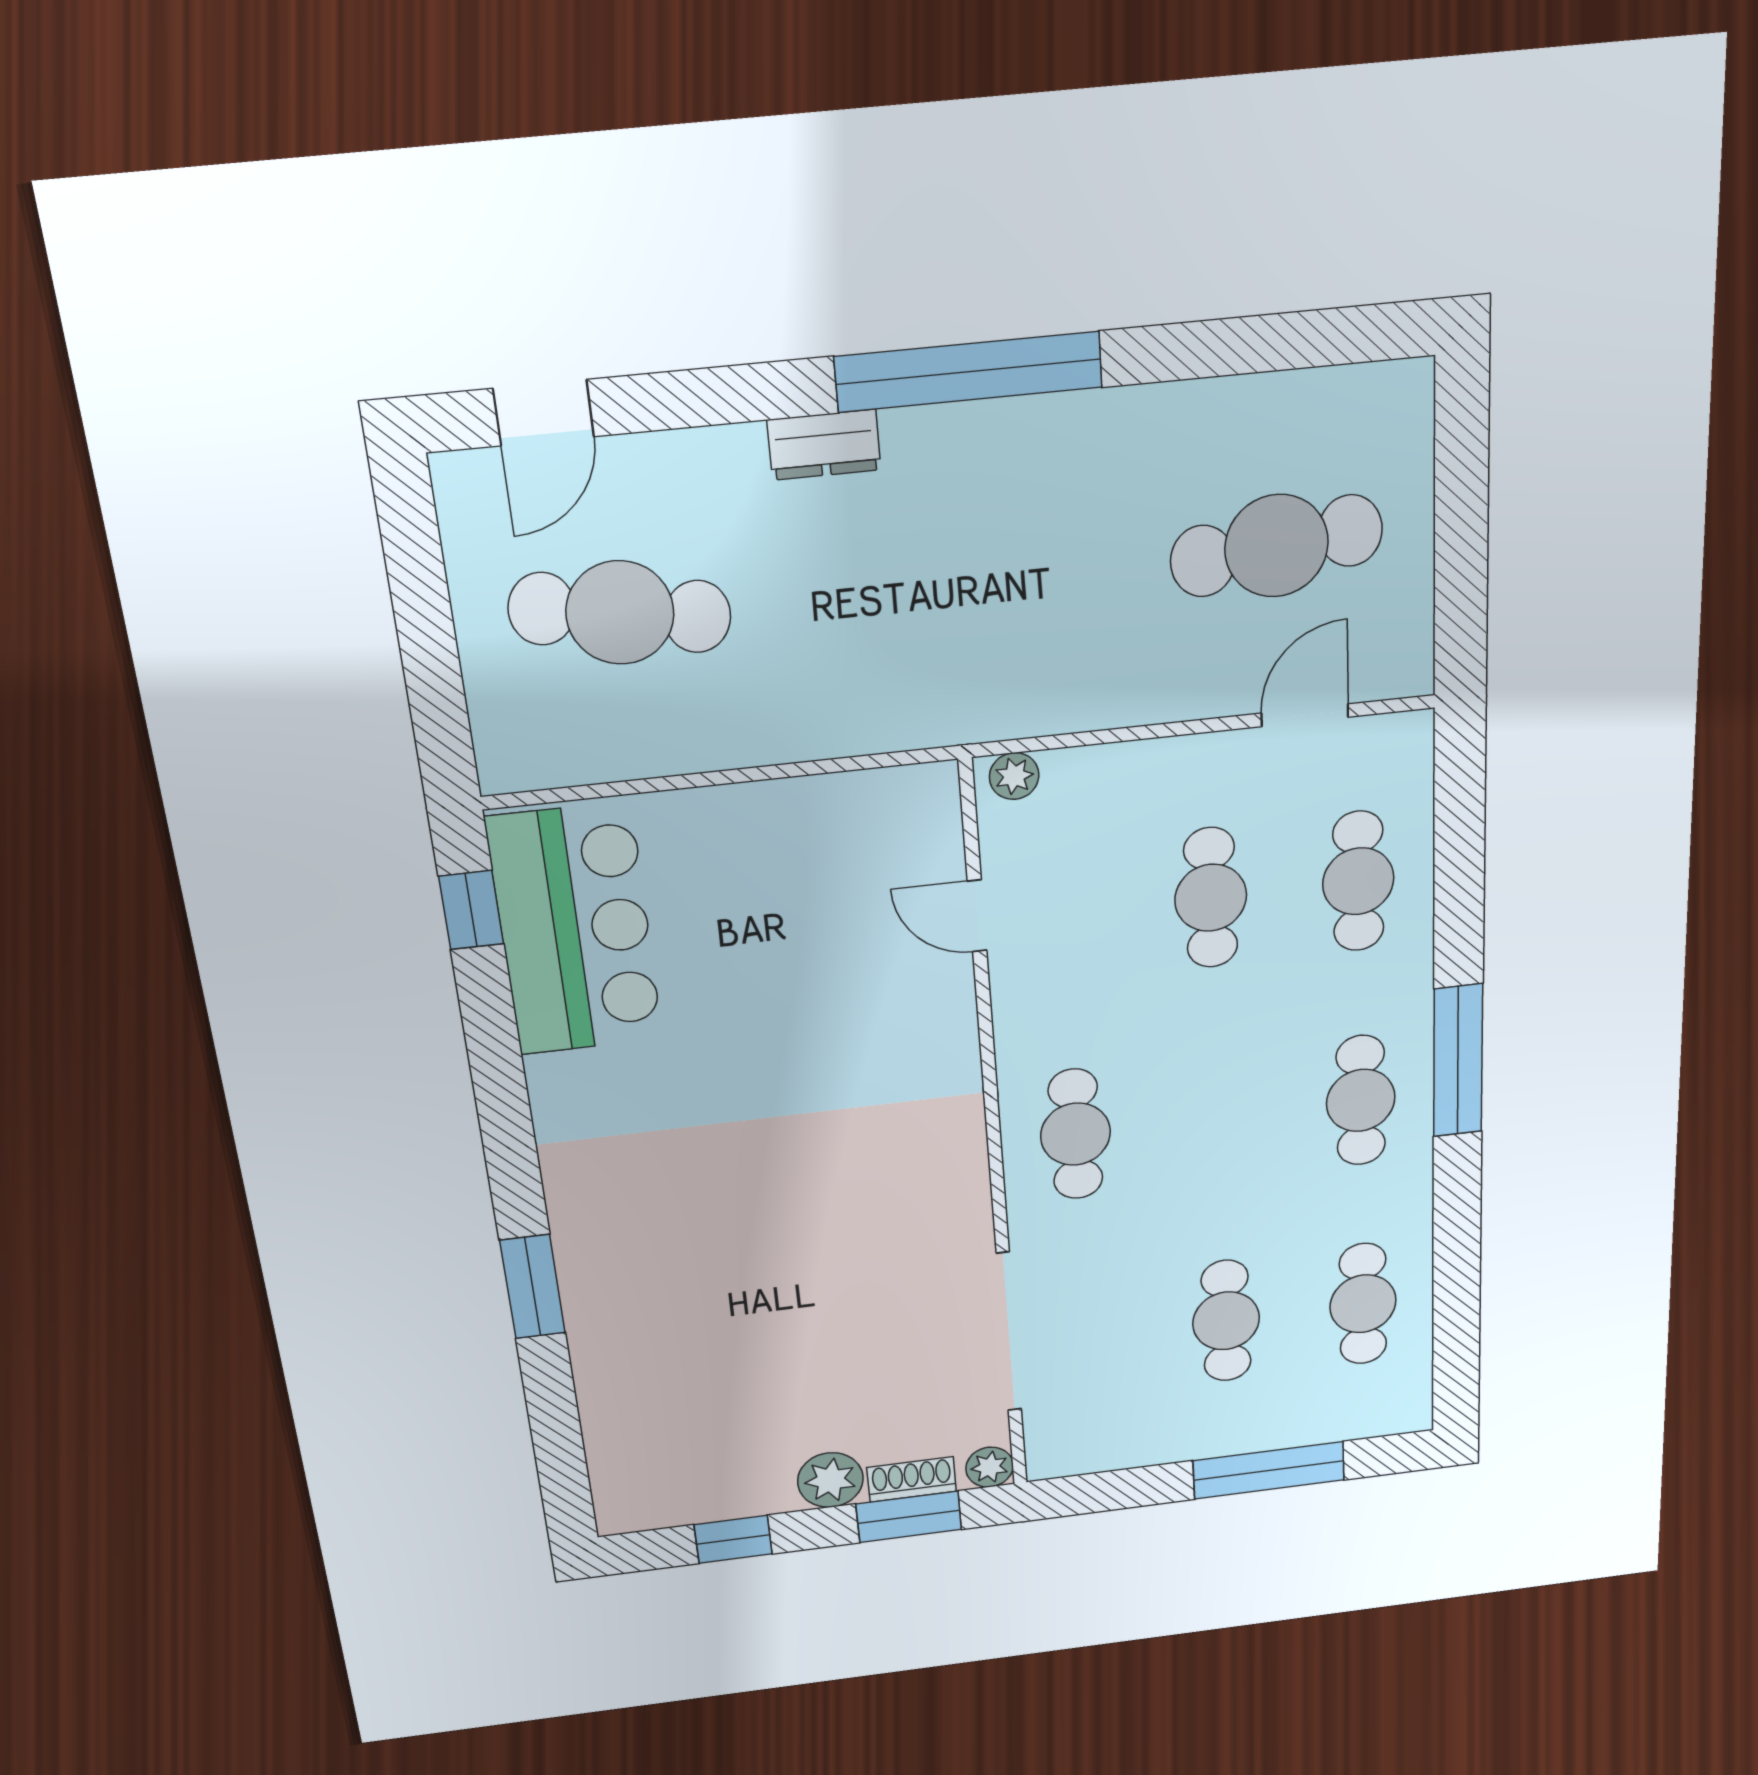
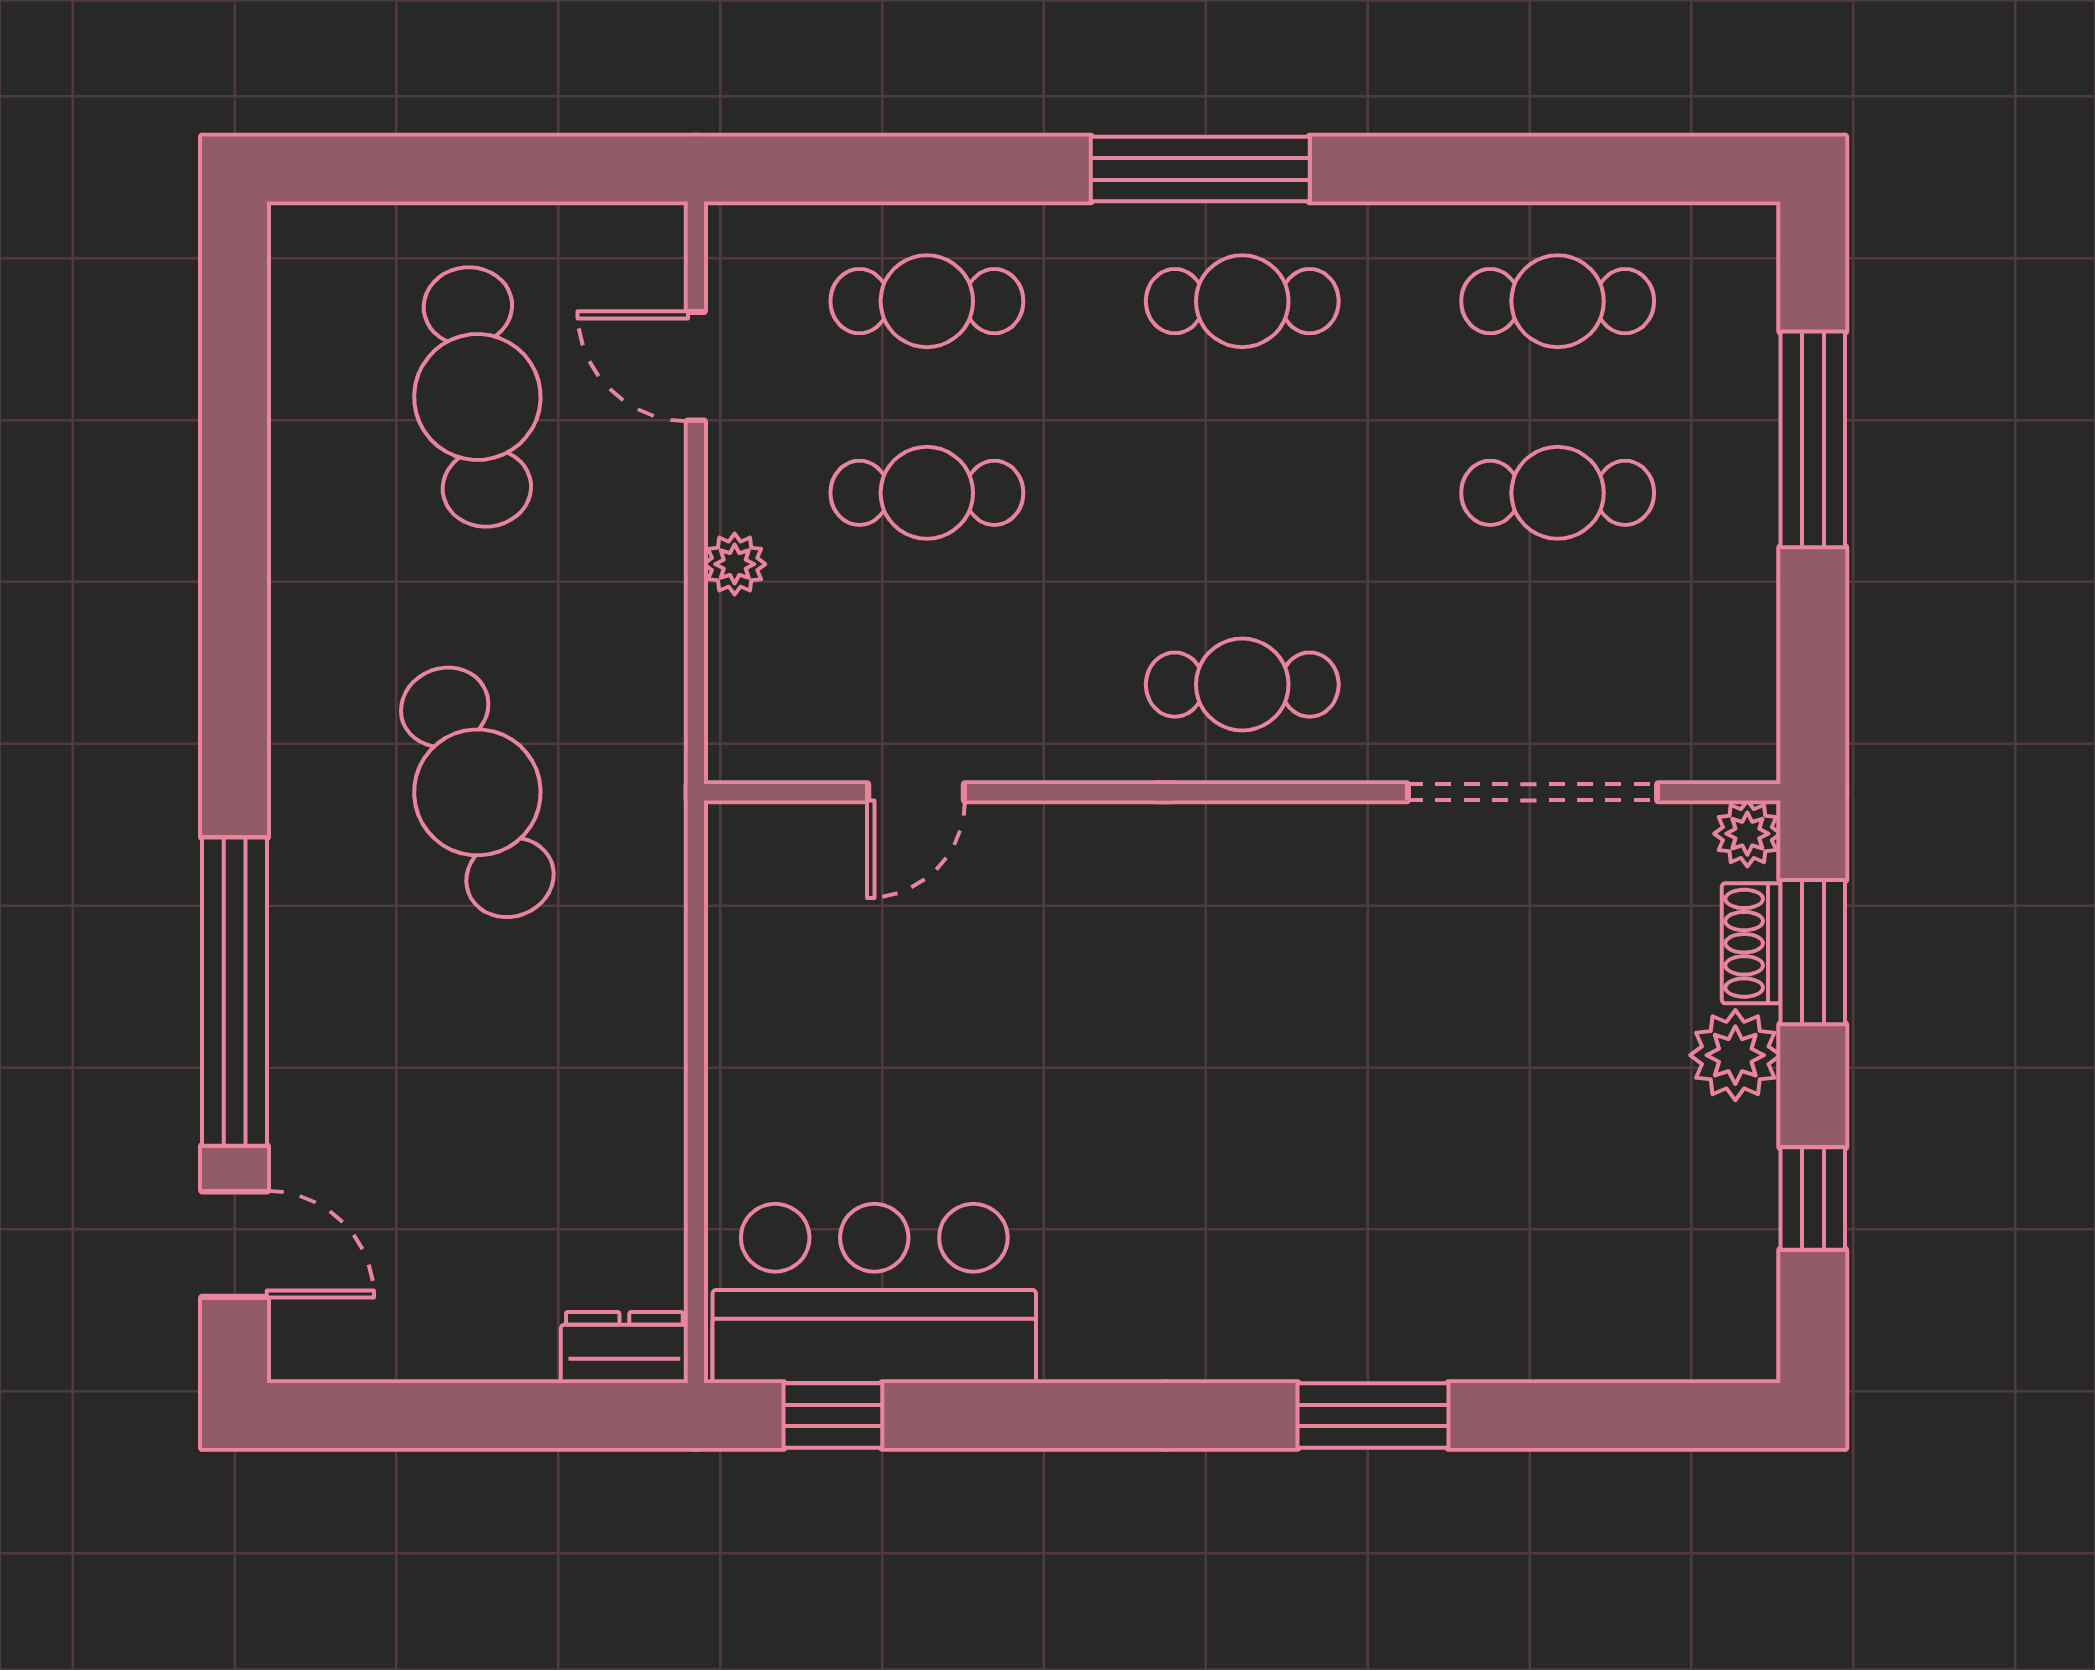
window: (969, 372) -> (235, 992), moved
dresser: (824, 445) -> (624, 1348), moved, turned -90
cafe table: (620, 613) -> (477, 792), moved, turned -30
plant: (1014, 776) -> (735, 564), moved

